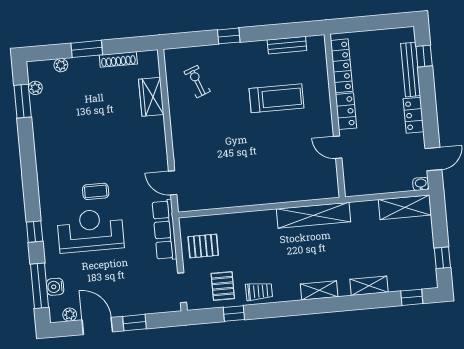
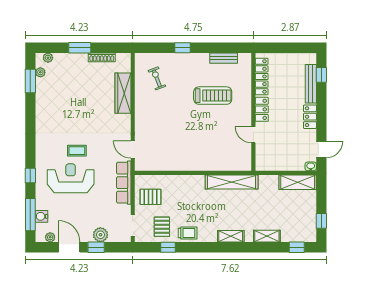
plant: (61, 65) -> (48, 58), moved
wardrobe: (151, 97) -> (123, 93), width x1.50
plant: (139, 305) -> (100, 235), added

